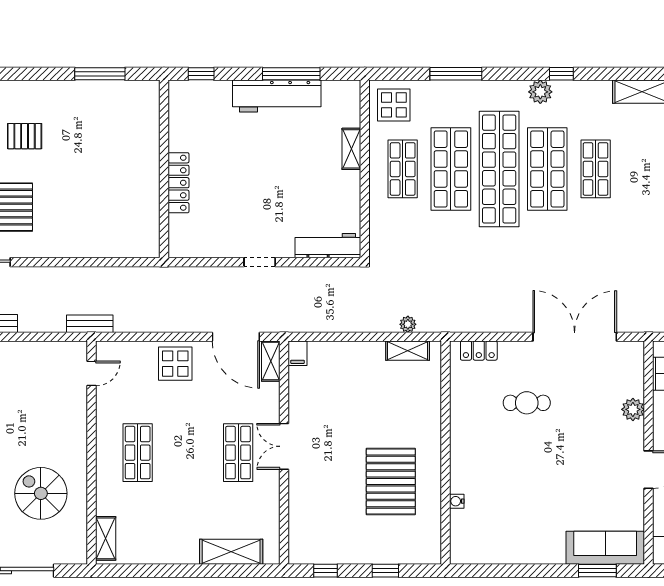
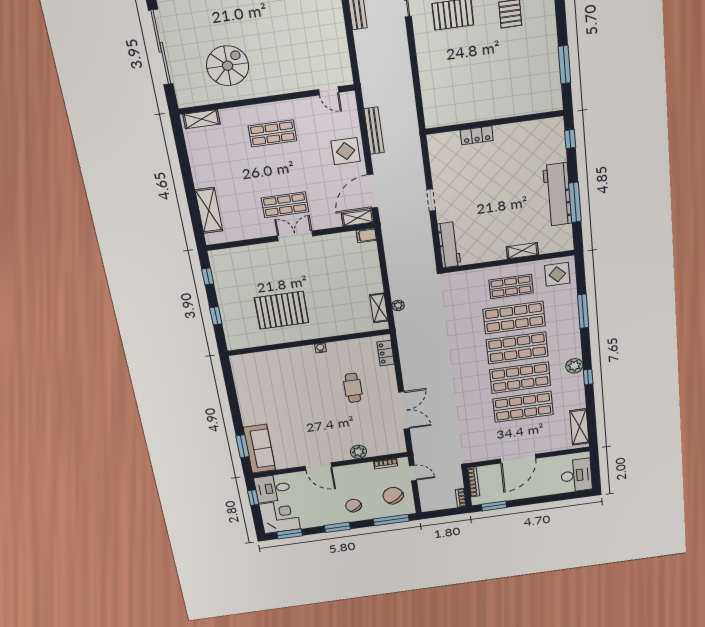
shop shelf: (499, 169) -> (517, 348), width x0.71
shop shelf: (596, 169) -> (523, 407), width x1.43, depth x1.36
locker: (178, 183) -> (477, 135), width x0.66
bench: (90, 324) -> (374, 131), moved, width x1.36
double door: (575, 337) -> (404, 410), width x0.73
water cooler: (457, 501) -> (320, 348), moved

